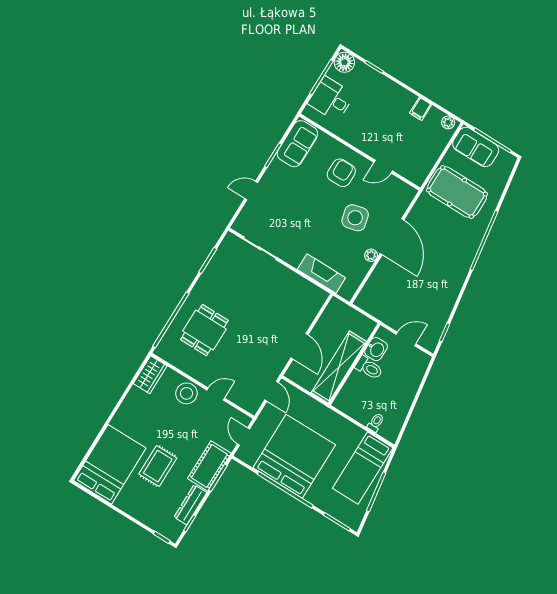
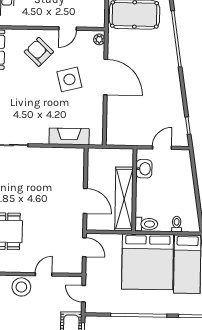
armchair: (341, 173) -> (39, 52), turned -46
plant: (371, 255) -> (99, 39), moved
toilet: (369, 368) -> (146, 224), moved
bed: (294, 456) -> (148, 262), moved, turned 180

